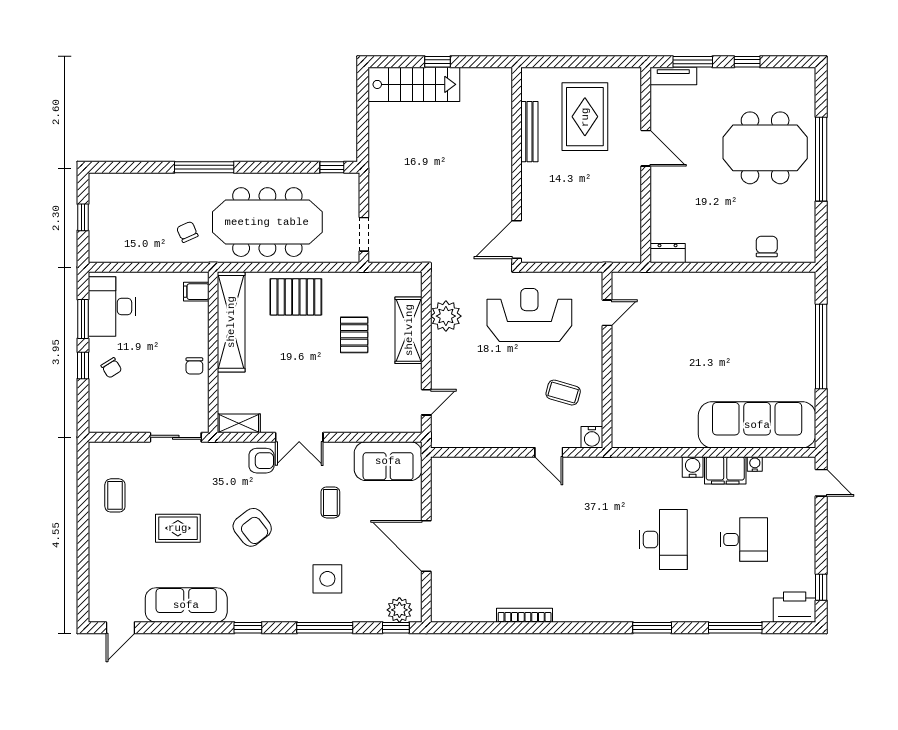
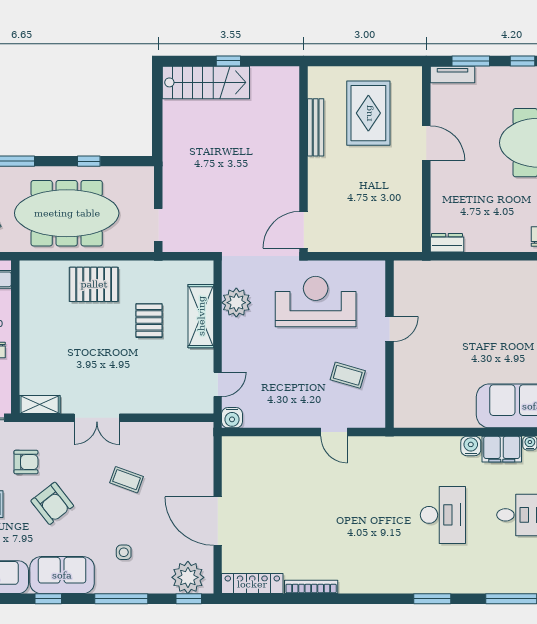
window: (332, 167) -> (89, 161), moved
door: (607, 313) -> (389, 329), moved
shelving: (231, 322) -> (32, 308), removed
water cooler: (592, 437) -> (232, 418), moved
armchair: (261, 461) -> (26, 462), moved
sofa: (388, 461) -> (62, 575), moved, turned 180
coffee table: (330, 502) -> (127, 480), turned -70
side table: (327, 579) -> (124, 552), width x0.54, depth x0.54
plant: (399, 610) -> (188, 577), width x1.36, depth x1.36
locker: (463, 612) -> (252, 584), added

